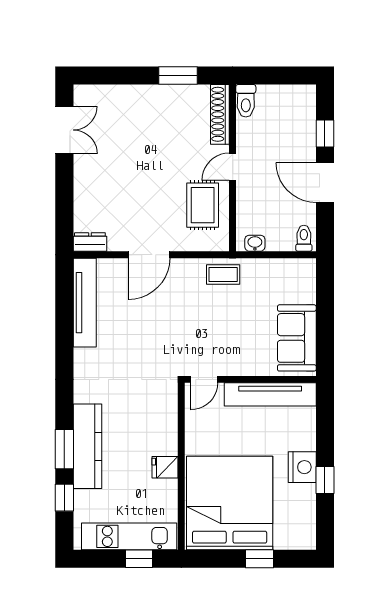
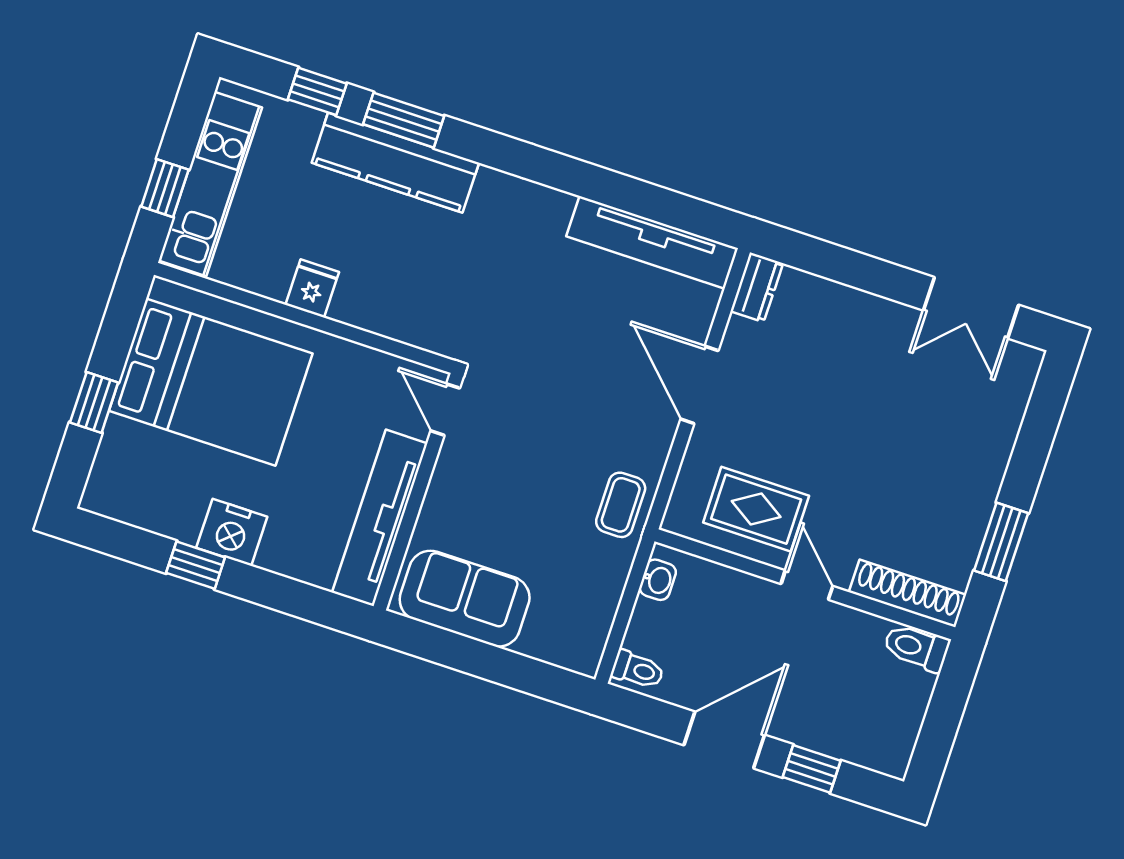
bed: (230, 503) -> (211, 382), width x0.73

